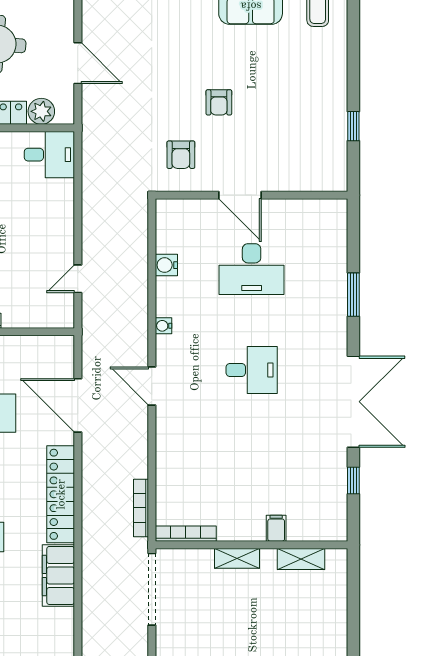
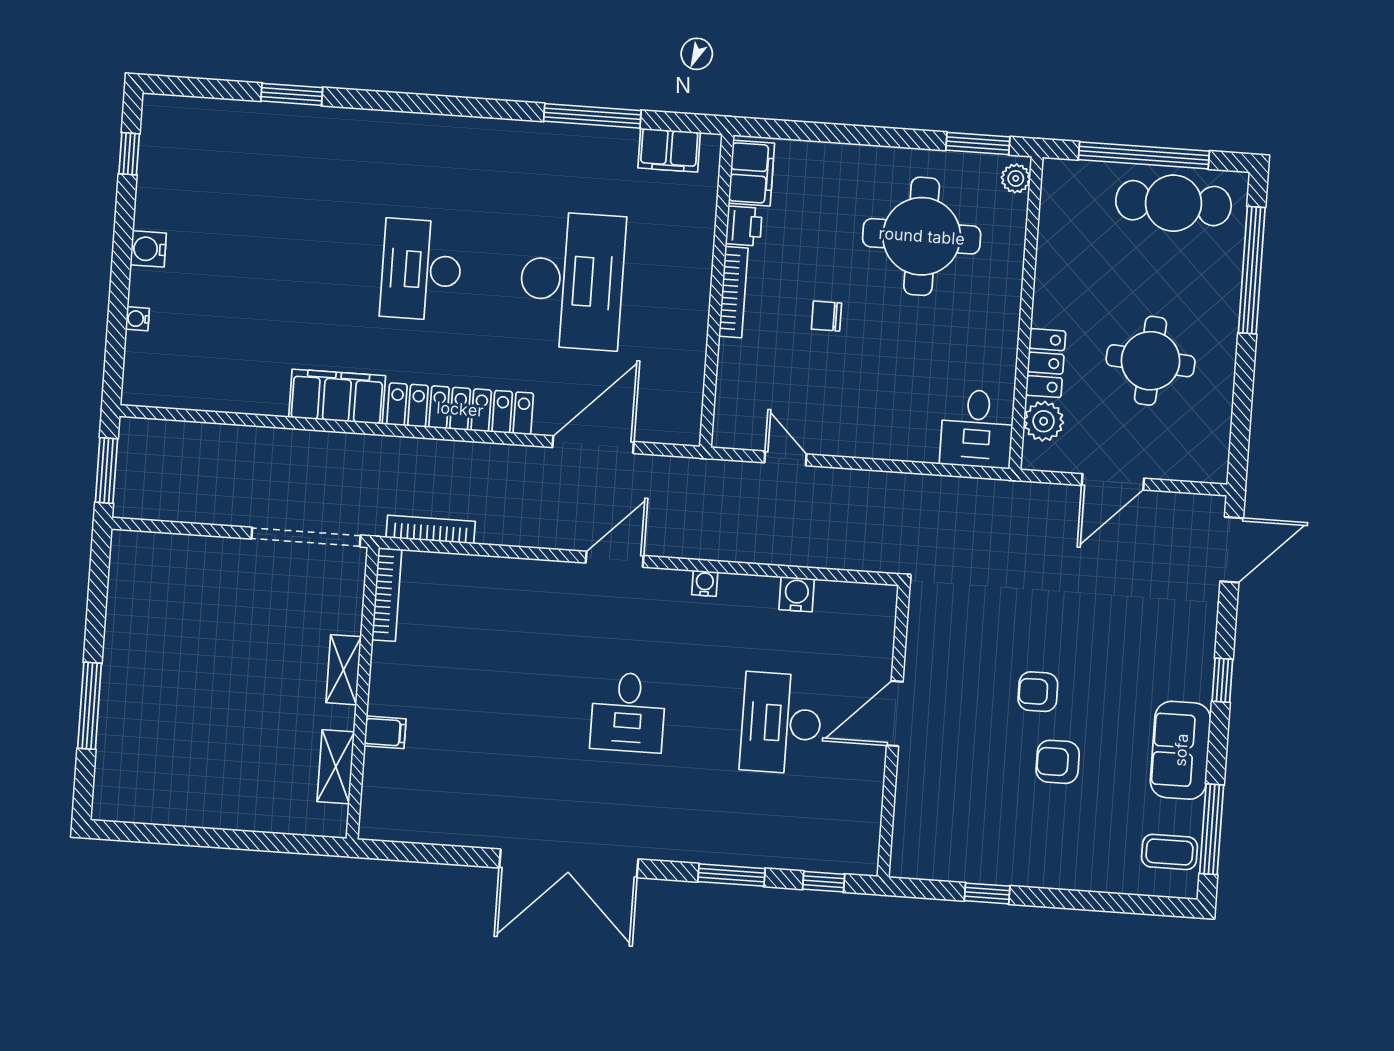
armchair: (181, 155) -> (1058, 762), moved
window: (353, 481) -> (824, 882), moved

